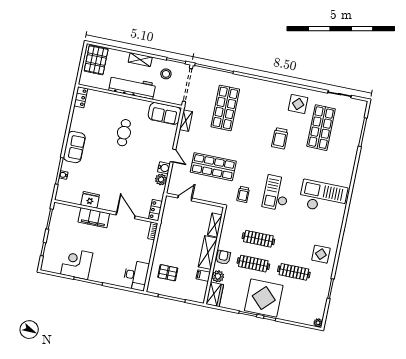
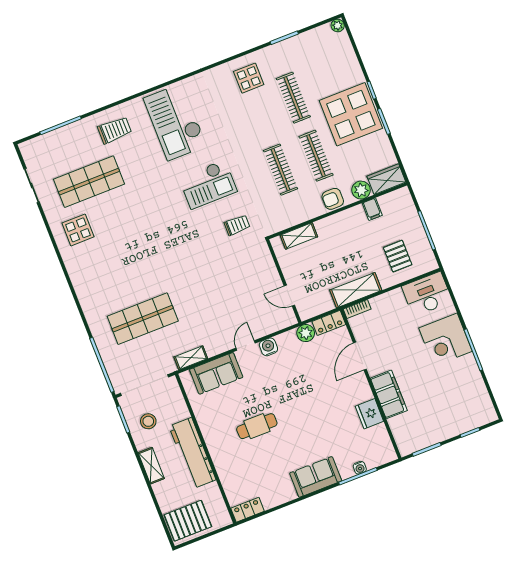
sofa: (165, 113) -> (216, 373), moved, turned 90
trolley: (280, 138) -> (115, 130), moved
shop shelf: (213, 167) -> (227, 286), removed
plant: (161, 179) -> (306, 333), moved
shelving: (208, 253) -> (356, 290), moved
corner desk: (77, 264) -> (445, 340), moved

